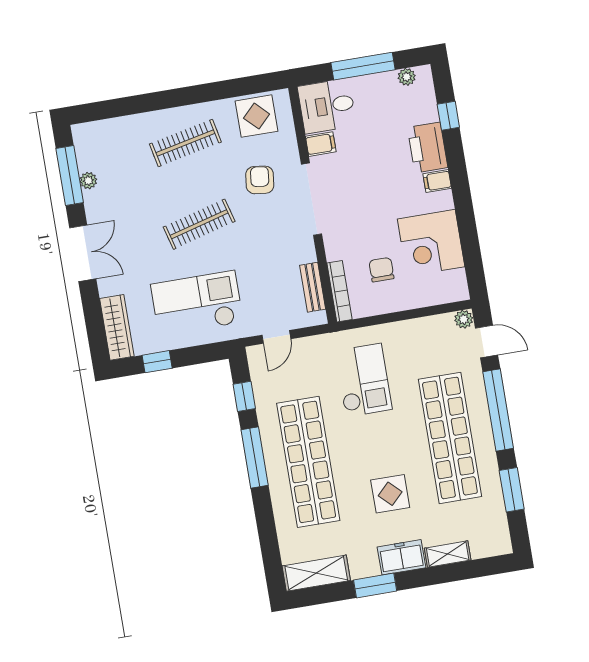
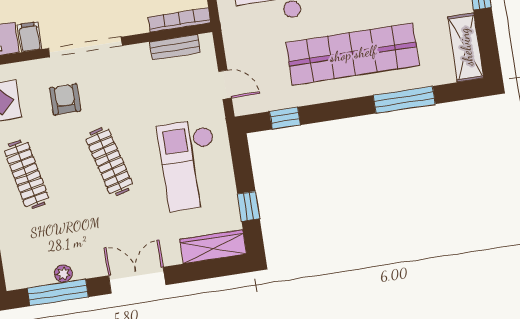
armchair: (260, 180) -> (65, 99), turned 83
window: (255, 457) -> (404, 100), moved

